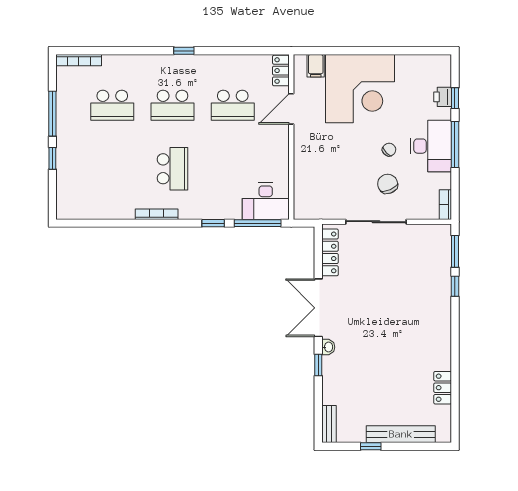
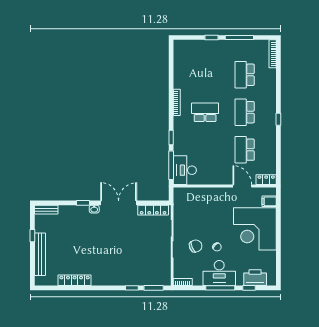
printer: (443, 97) -> (255, 278), width x1.87, depth x1.48
school desk: (173, 169) -> (205, 112), turned 180
locker: (443, 388) -> (75, 280), width x1.53

